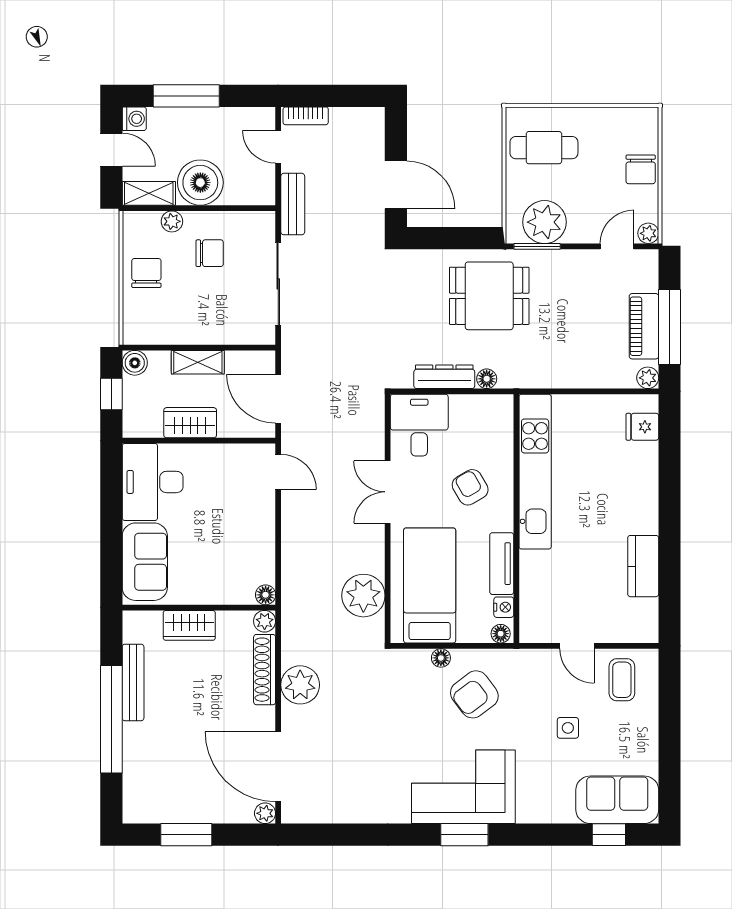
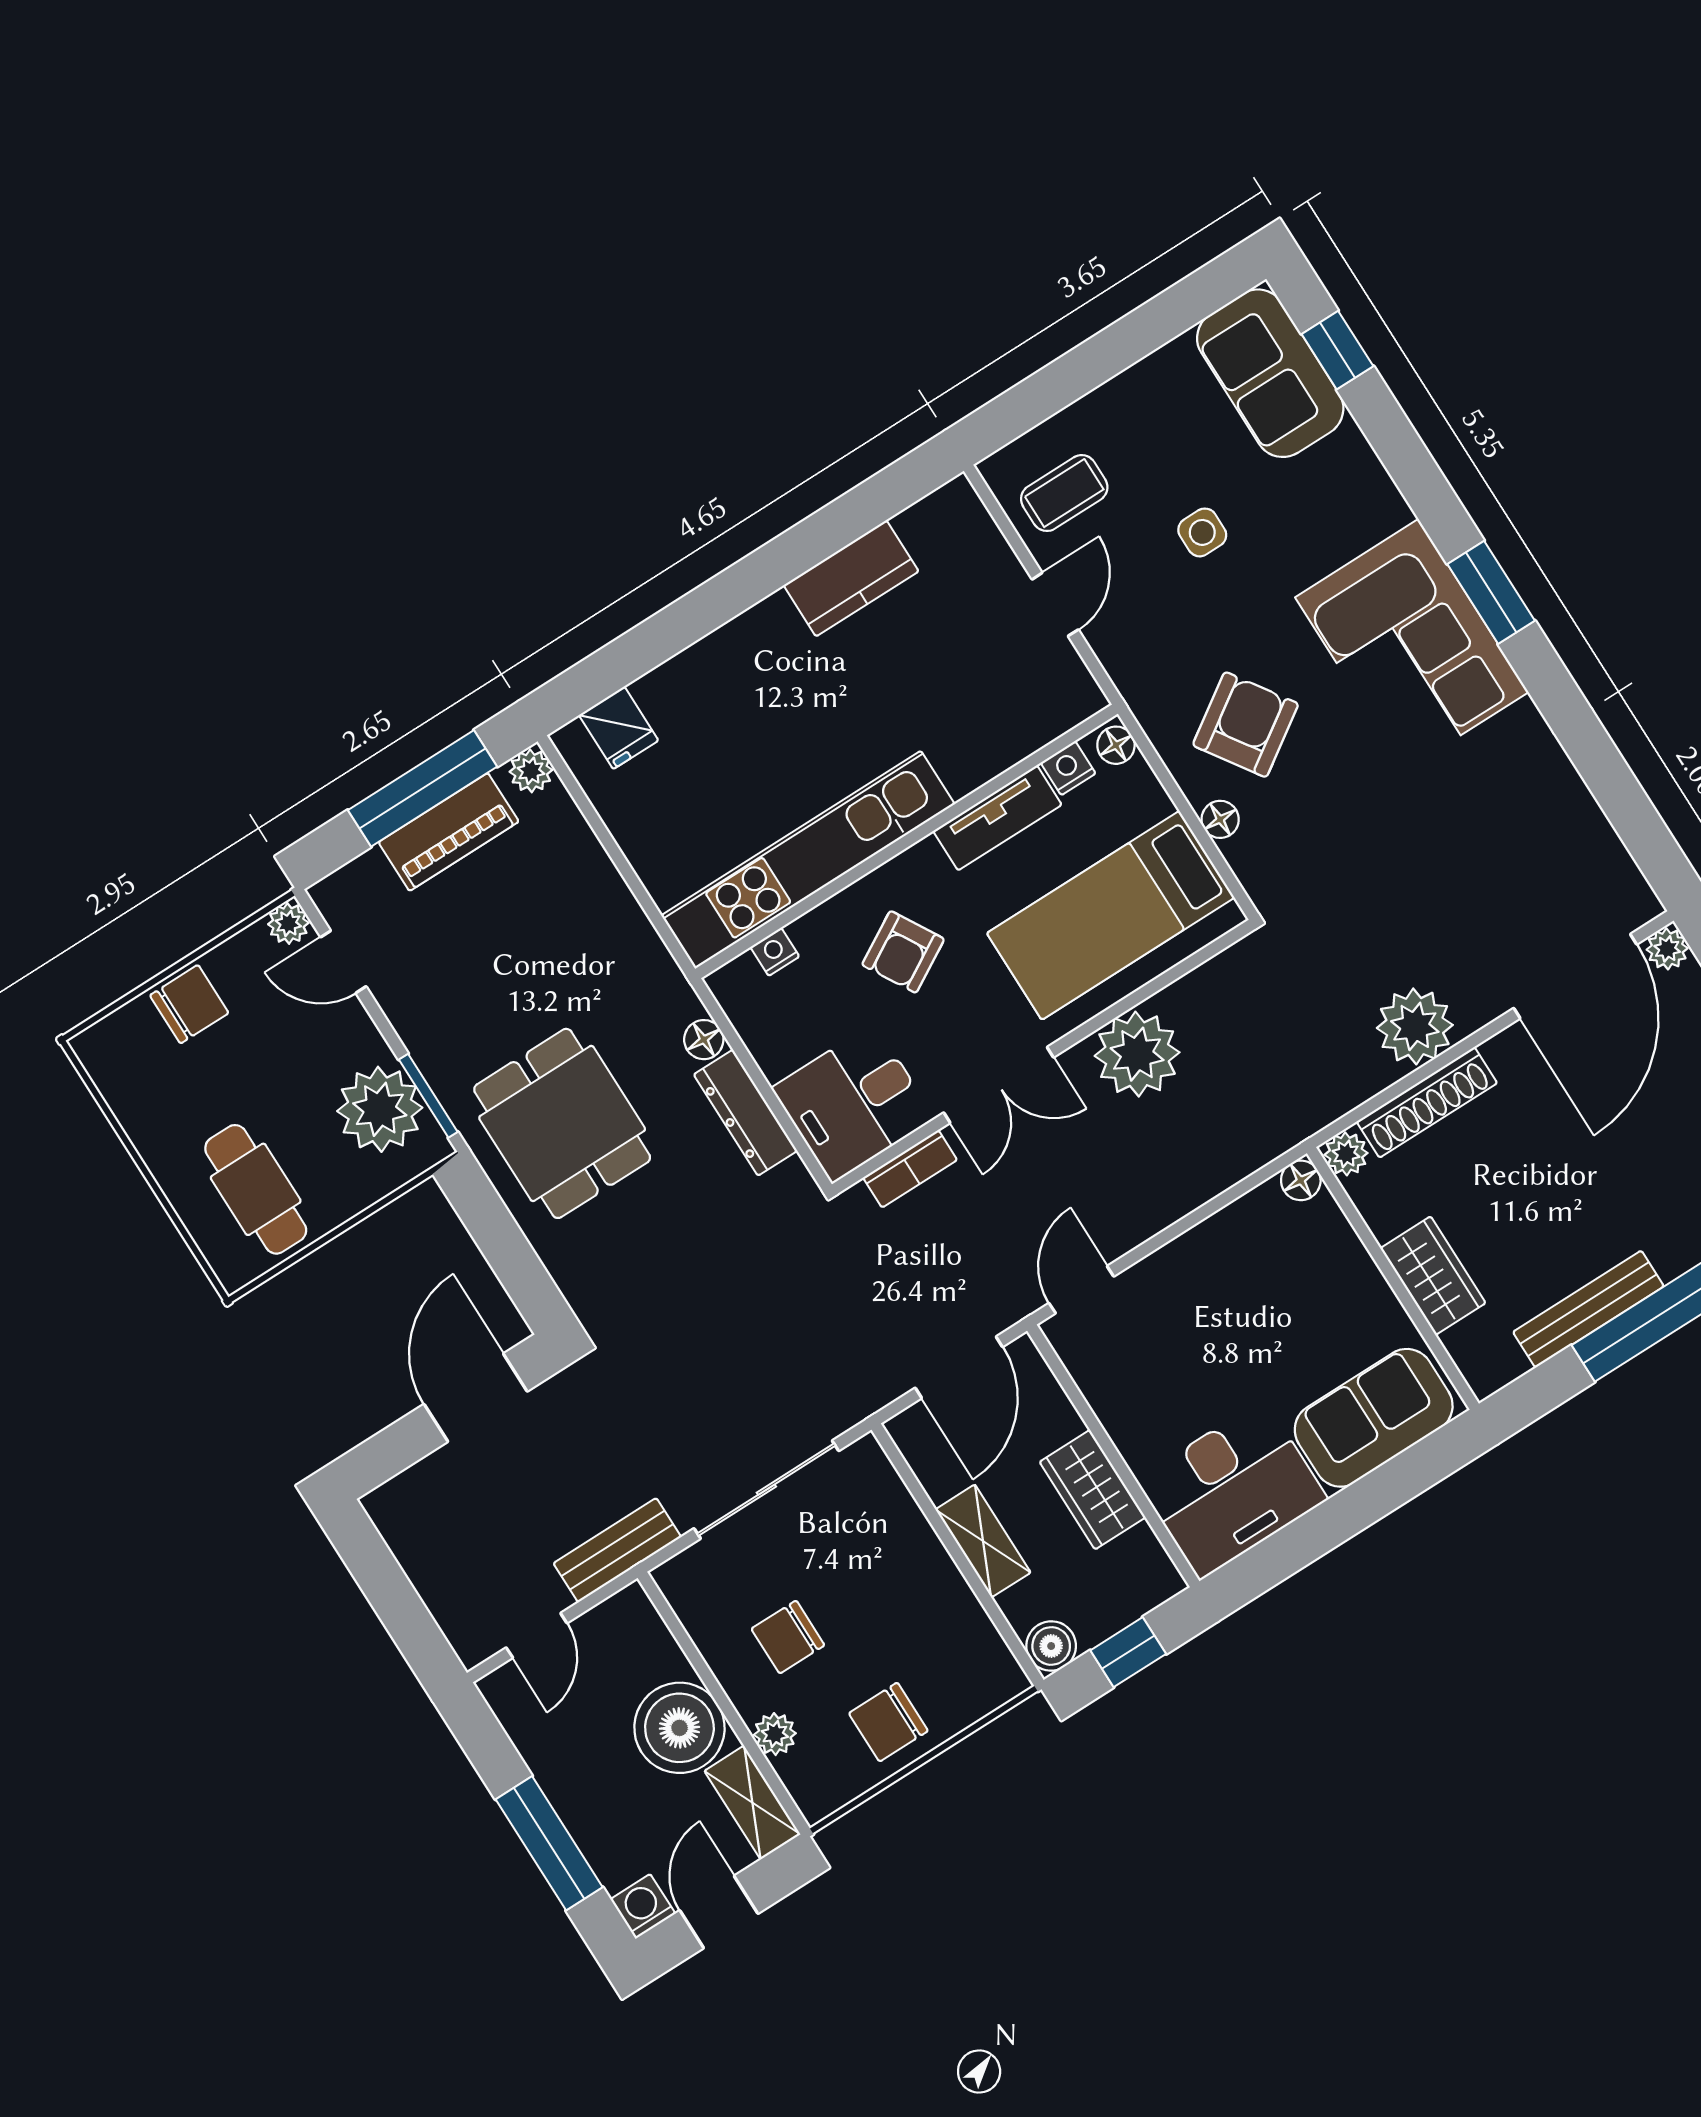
bookcase: (306, 116) -> (910, 1169), moved, turned 90
chair: (210, 253) -> (788, 1637), turned -90
nightstand: (505, 433) -> (775, 952), added
plant: (363, 596) -> (1137, 1054), moved
armchair: (474, 694) -> (1246, 725), turned -87

